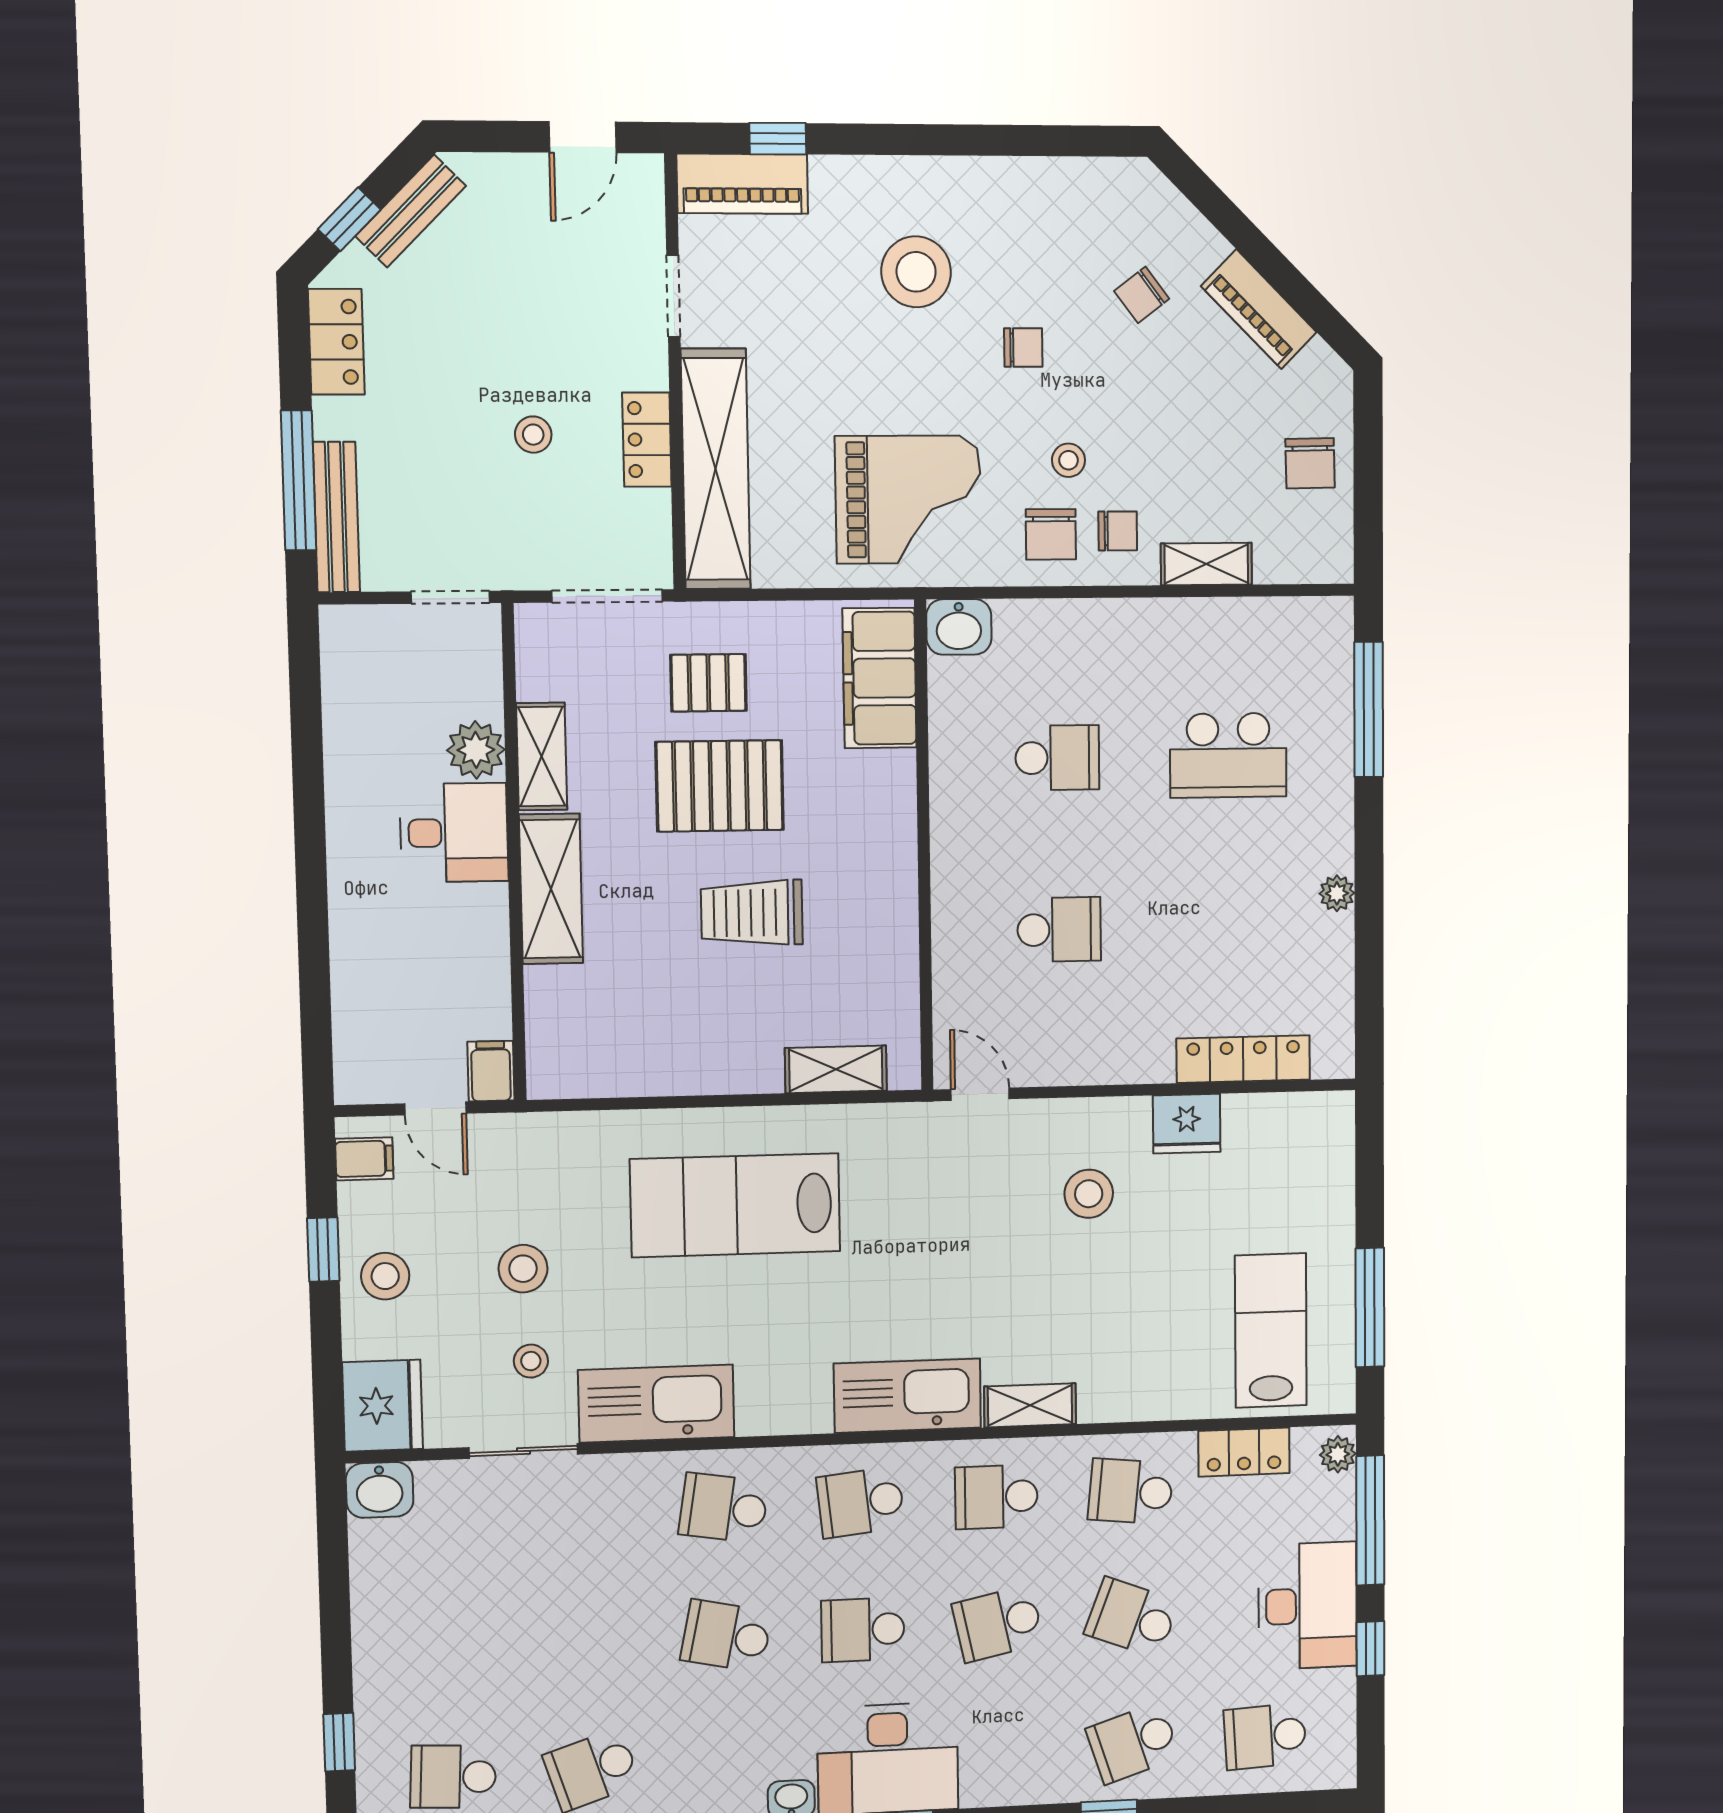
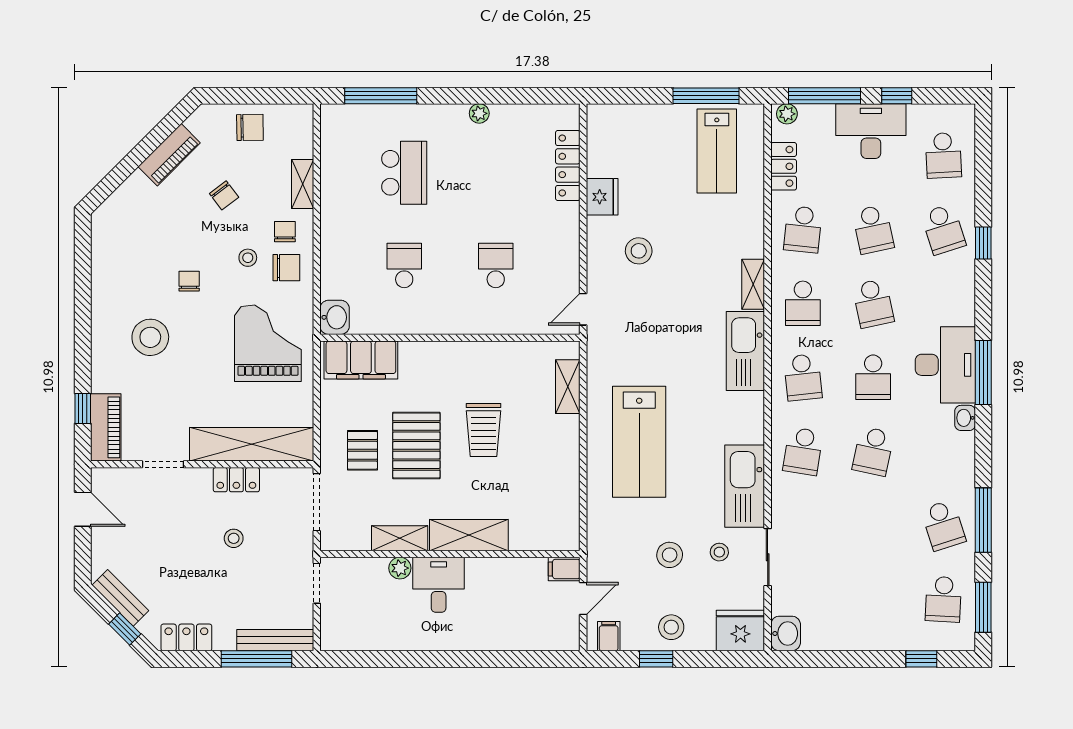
chair: (1142, 295) -> (224, 195), moved
plant: (476, 750) -> (400, 568), width x0.73, depth x0.73
lab bench: (1271, 1330) -> (717, 151), turned -90
school desk: (1132, 1618) -> (873, 229), turned -33

